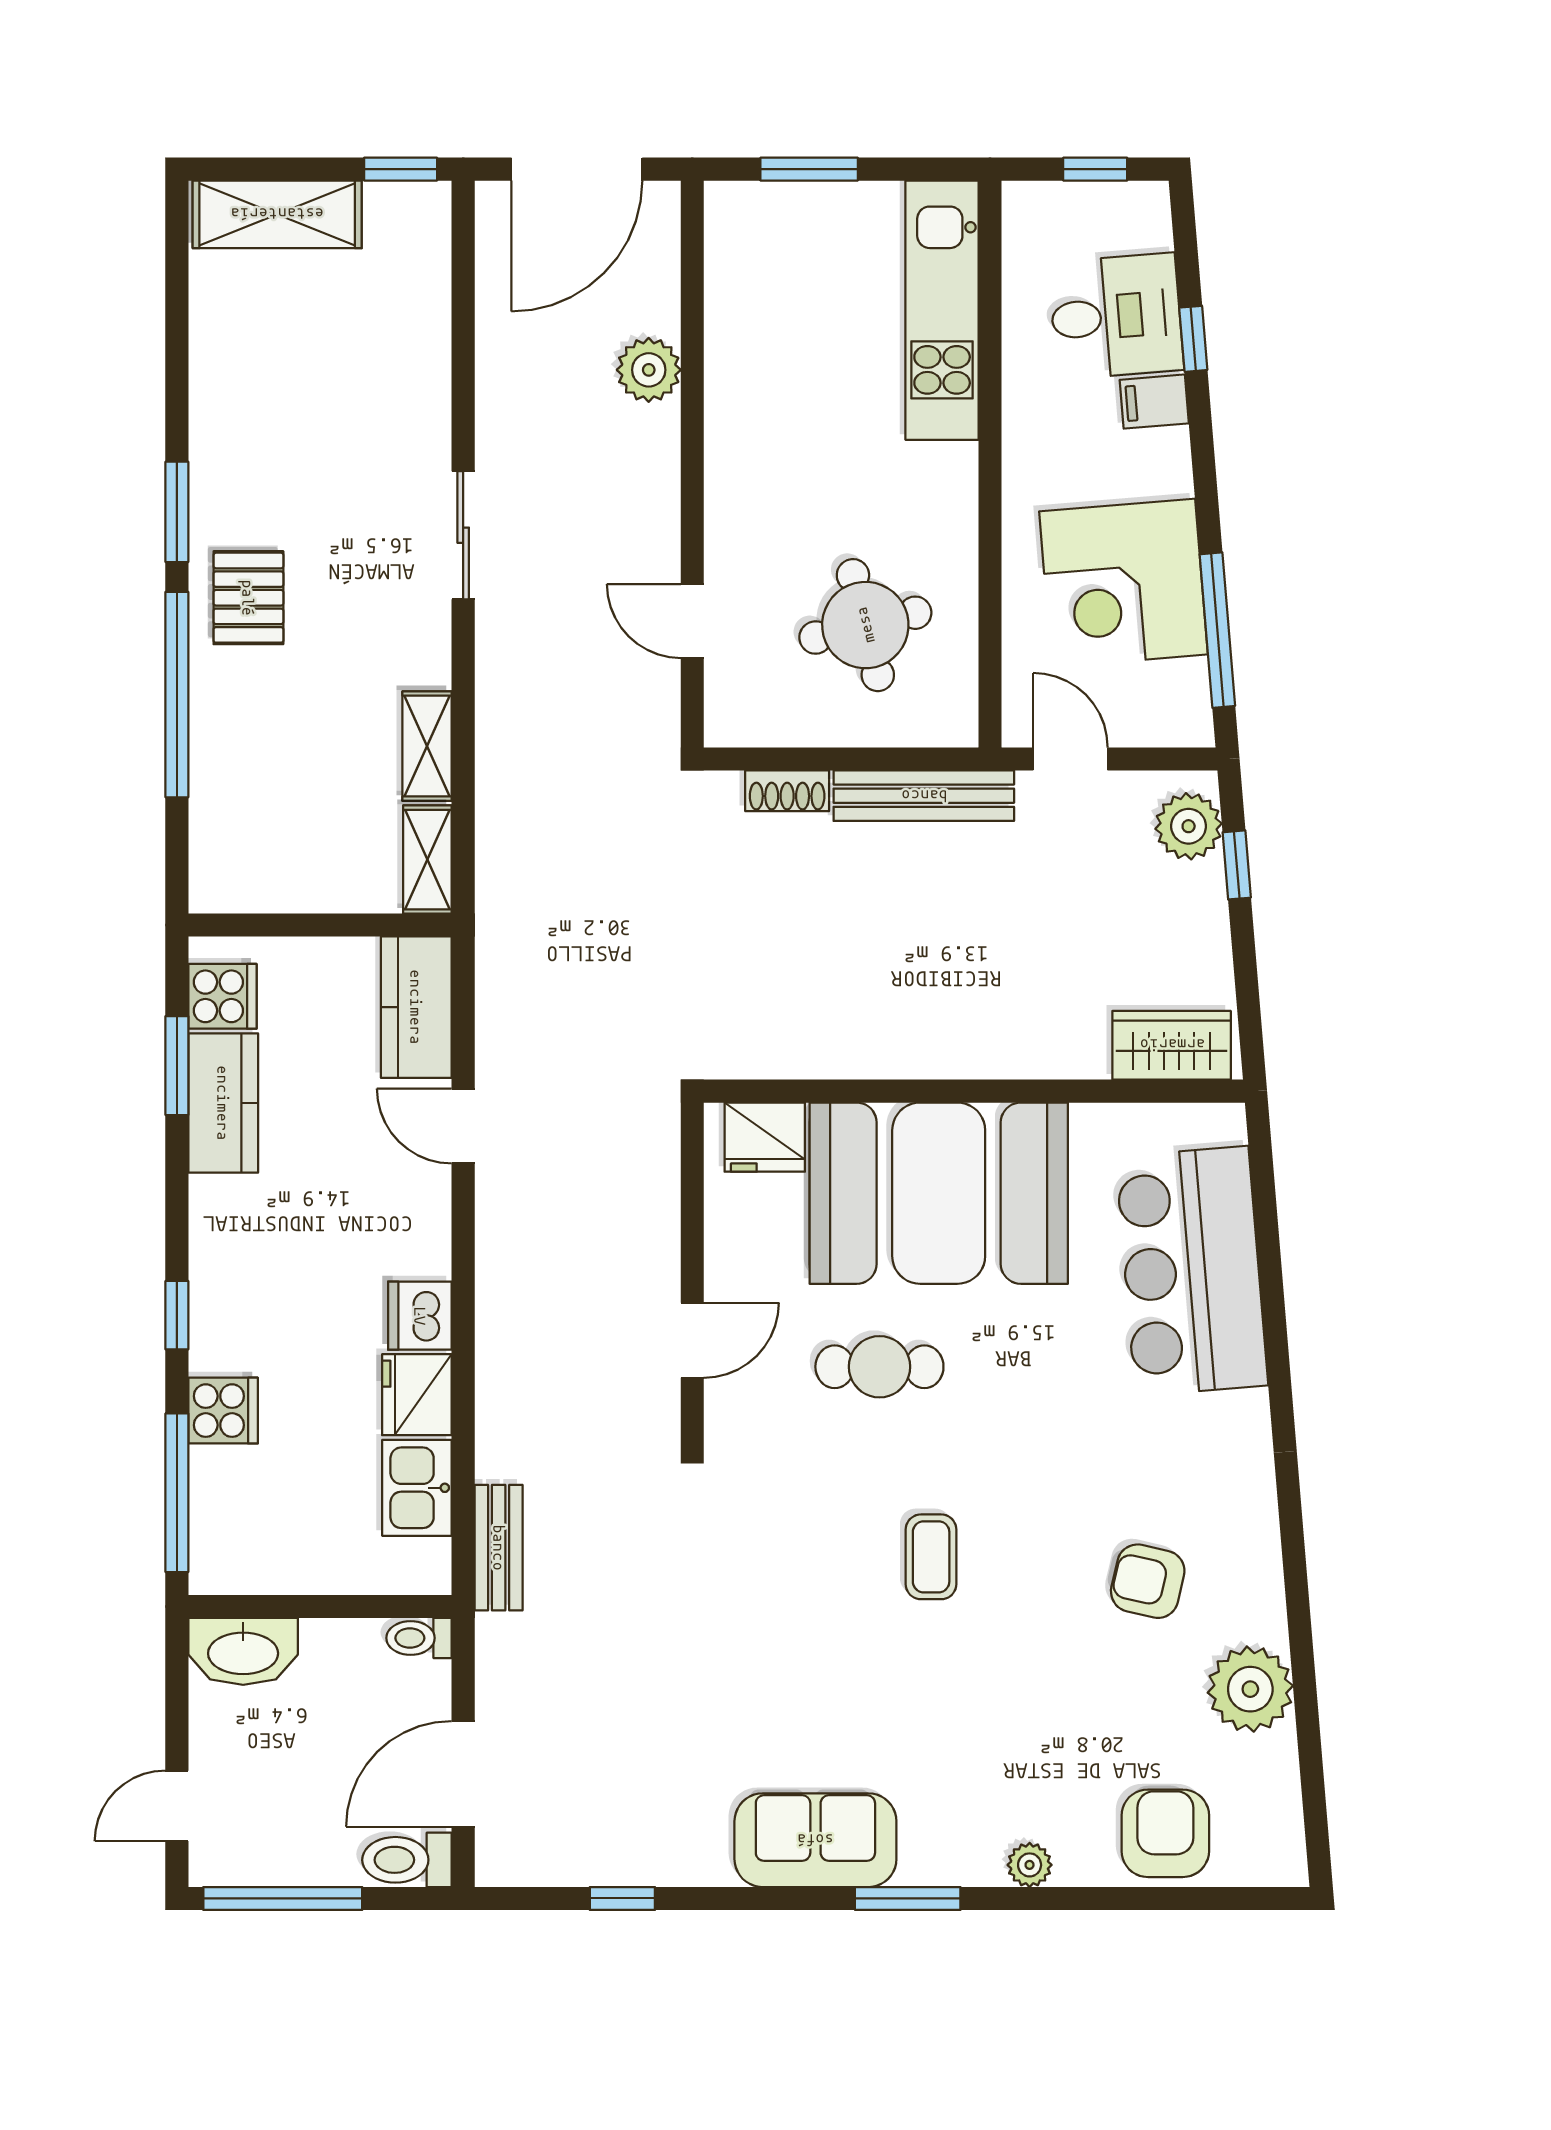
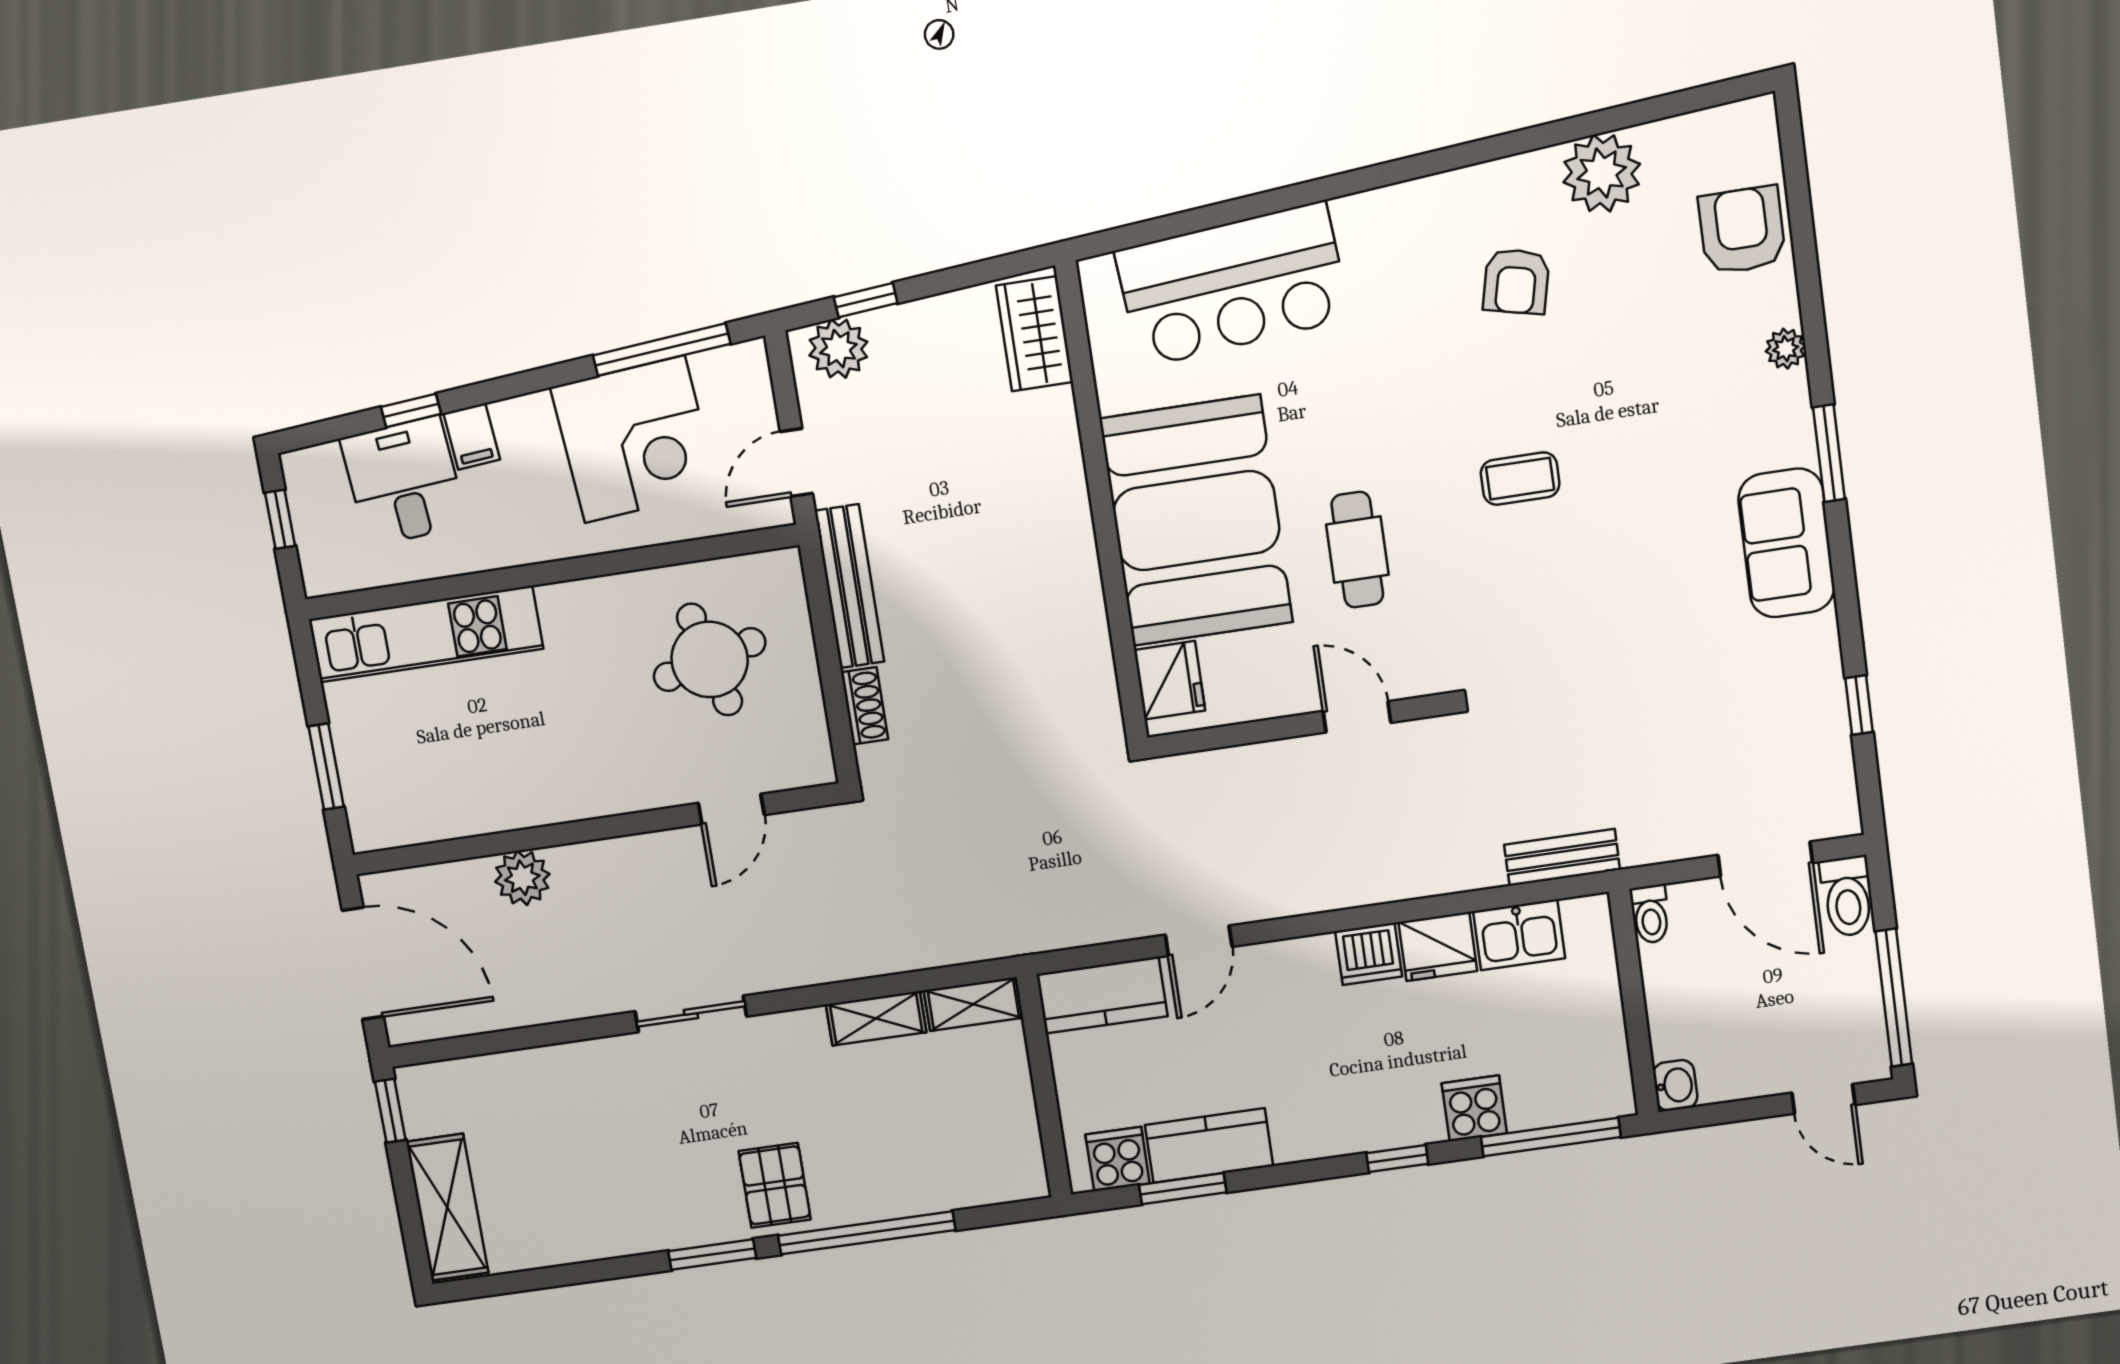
pallet: (248, 598) -> (775, 1185), turned 90
washbasin: (243, 1651) -> (1675, 1085), width x0.52, depth x0.69
armchair: (1165, 1833) -> (1742, 230), turned 90

